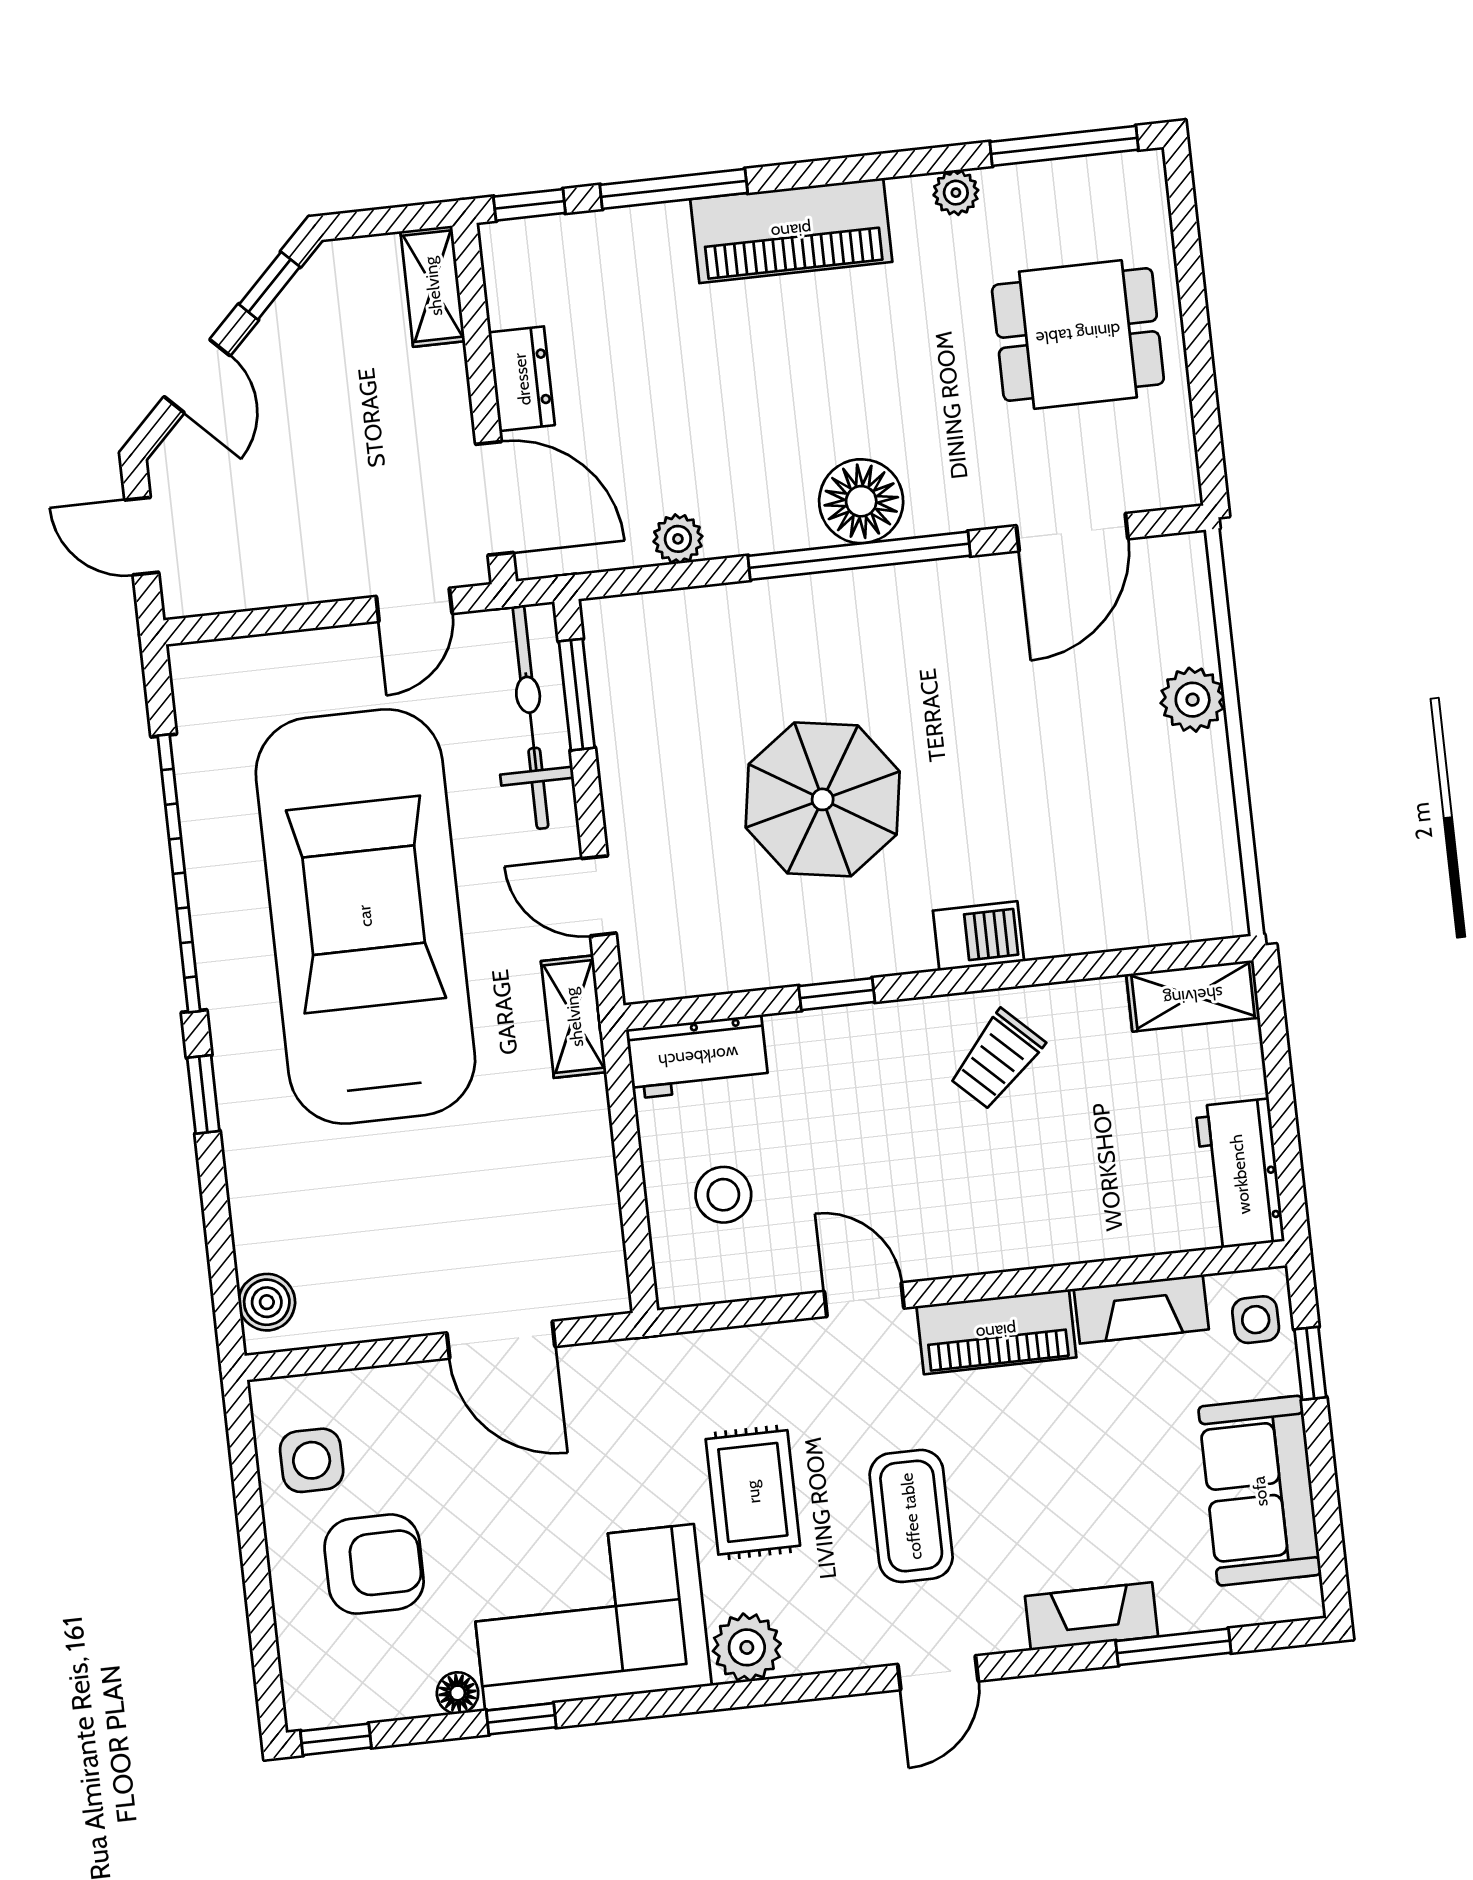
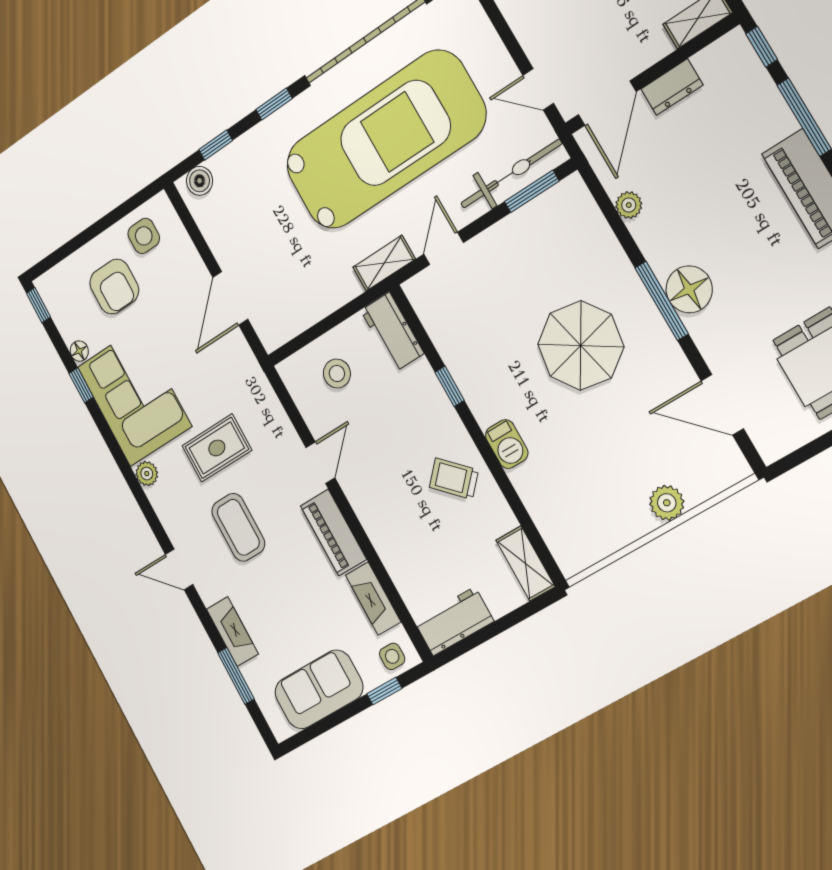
window: (859, 556) -> (662, 301), width x0.68
parasol: (823, 799) -> (581, 345), moved
window: (219, 1241) -> (216, 145), added
coffee table: (911, 1516) -> (238, 527), turned 90
plant: (747, 1647) -> (147, 474), width x0.73, depth x0.73

